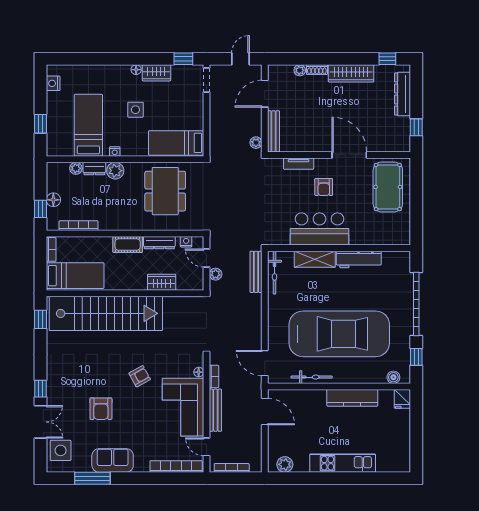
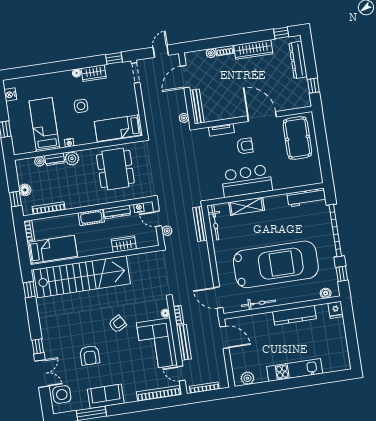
armchair: (324, 187) -> (245, 146), turned -90
workbench: (359, 259) -> (306, 197), moved

